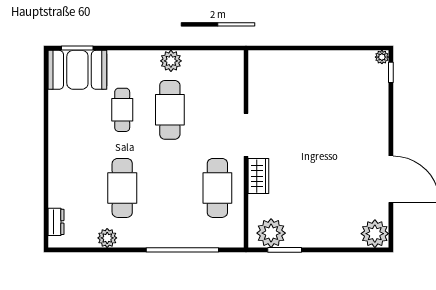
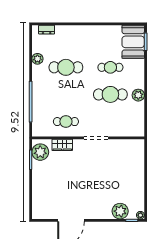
wardrobe: (258, 176) -> (62, 145), moved
cafe table: (217, 188) -> (66, 122), width x0.73, depth x0.74
plant: (375, 234) -> (120, 211), moved

